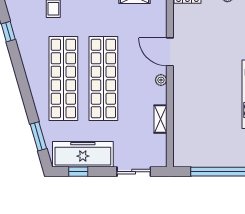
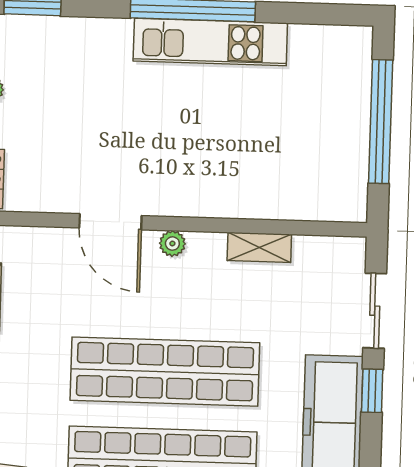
door: (170, 52) -> (110, 222), hinge flipped
window: (78, 172) -> (372, 391), moved

